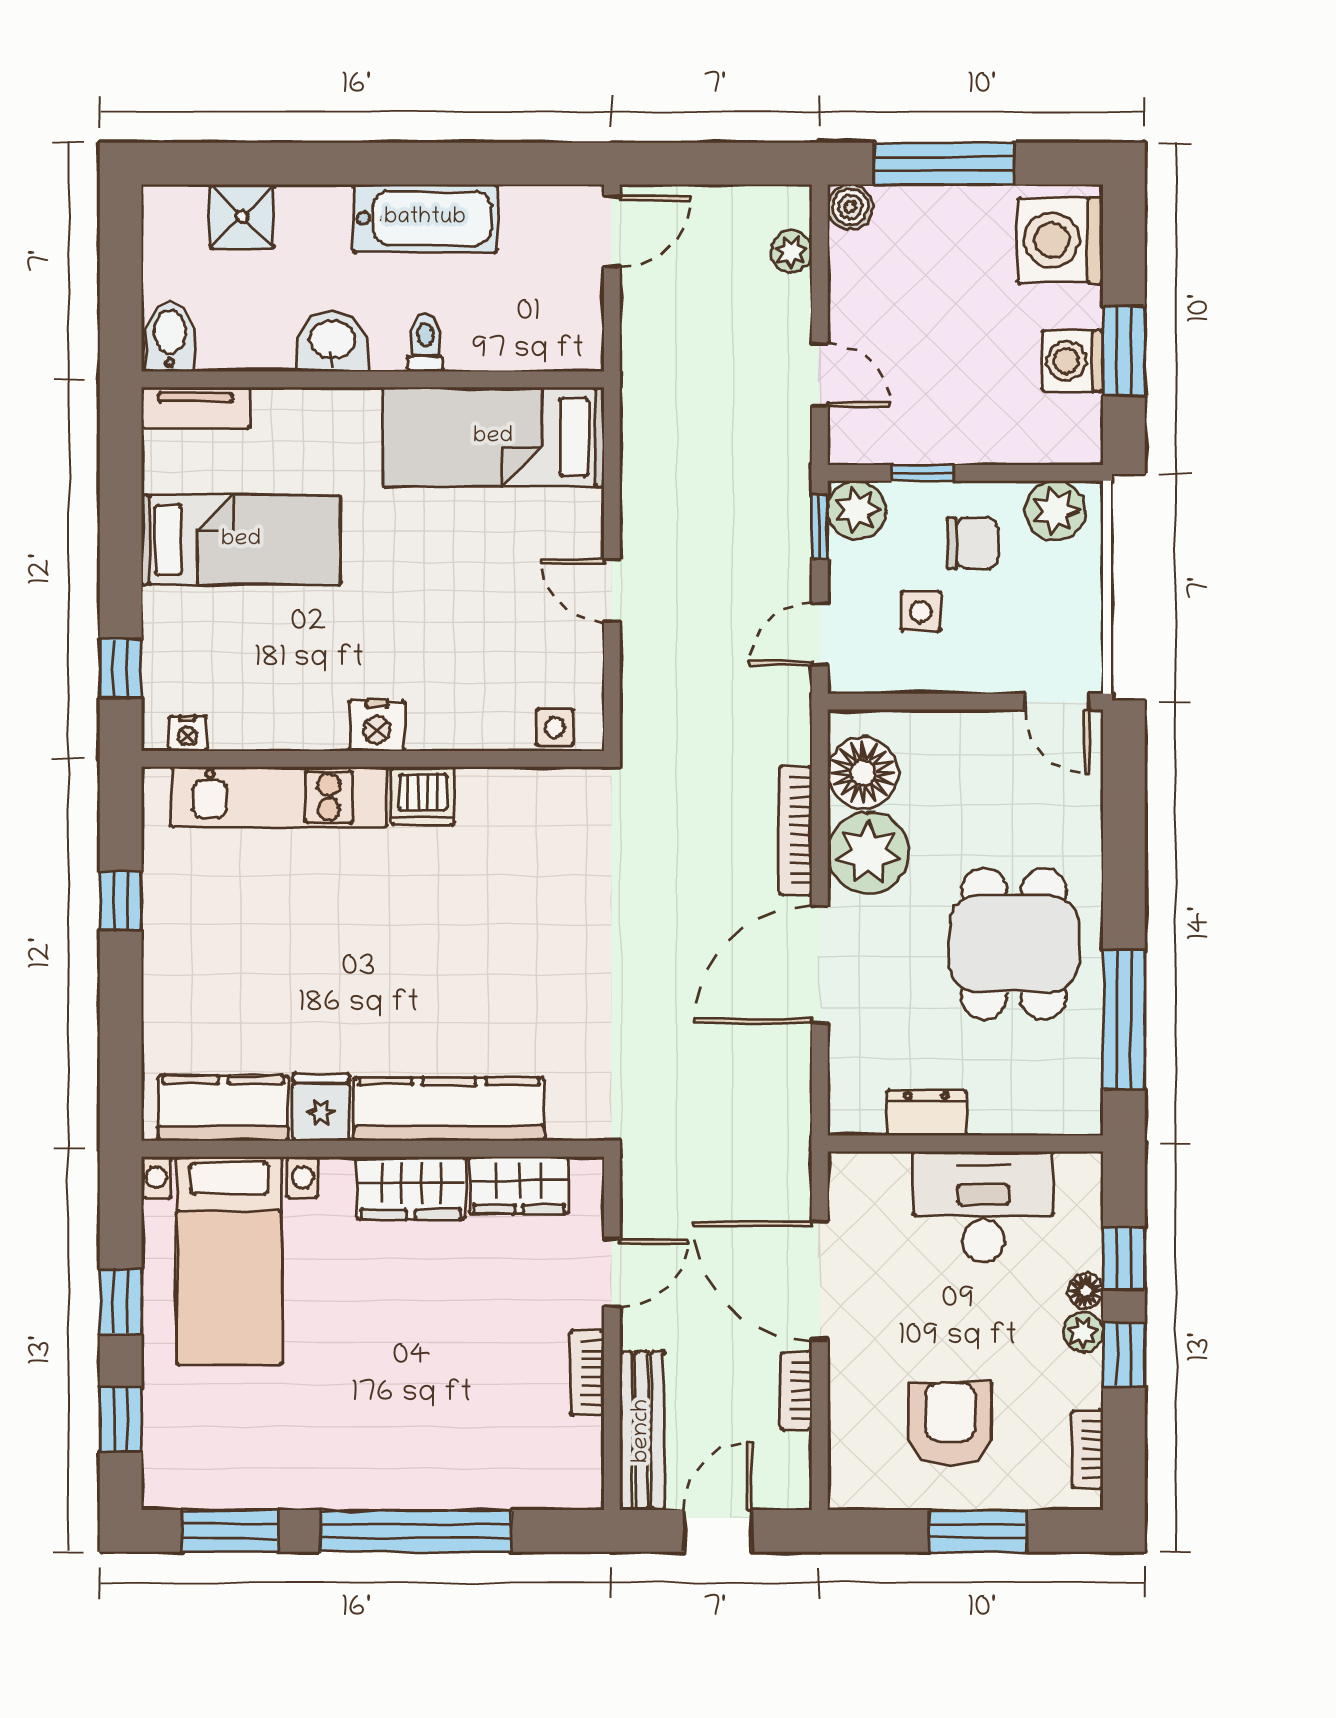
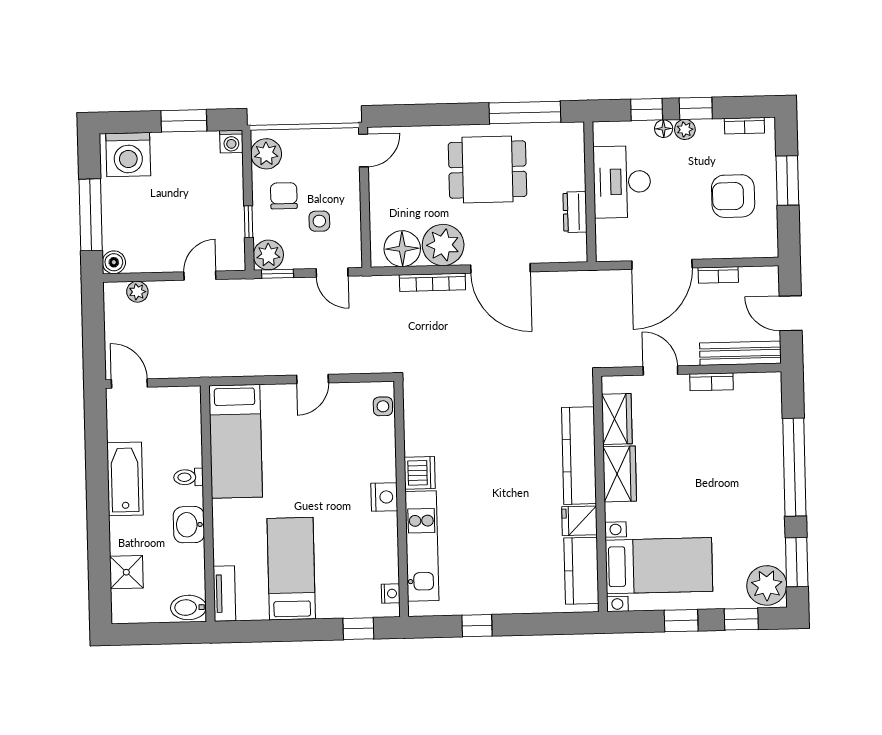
washing machine: (1073, 361) -> (231, 142), moved, width x0.73, depth x0.73
plant: (185, 1471) -> (767, 585), added

